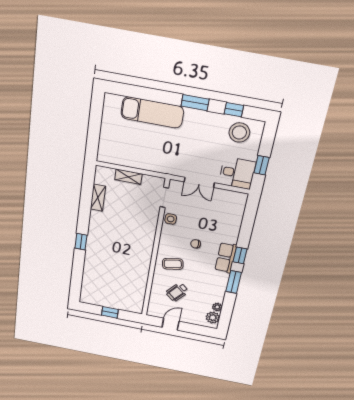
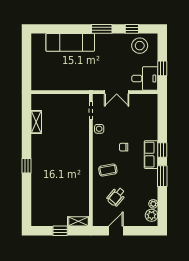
shelving: (128, 177) -> (78, 221), moved

